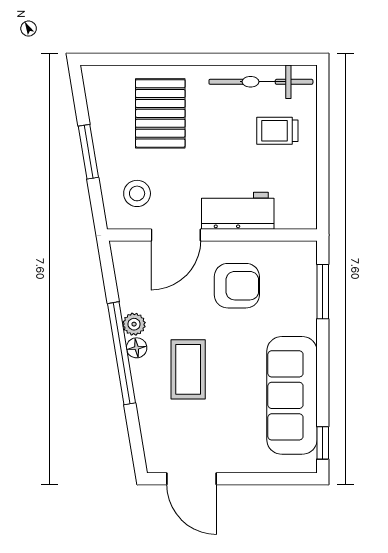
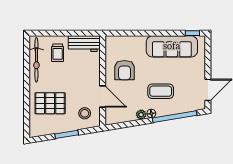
workbench: (238, 211) -> (84, 44), moved, turned -90
armchair: (237, 286) -> (124, 70), turned 180
window: (323, 292) -> (127, 33), removed
window: (122, 353) -> (175, 117), moved

